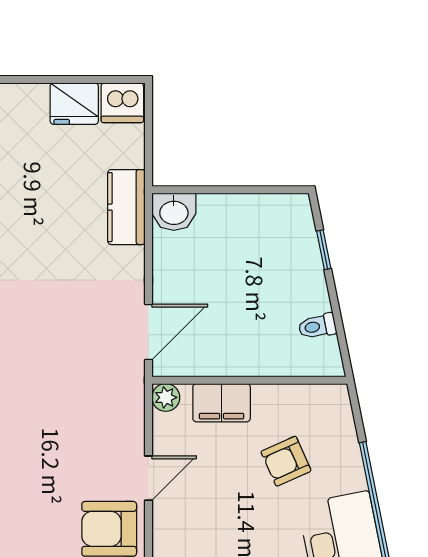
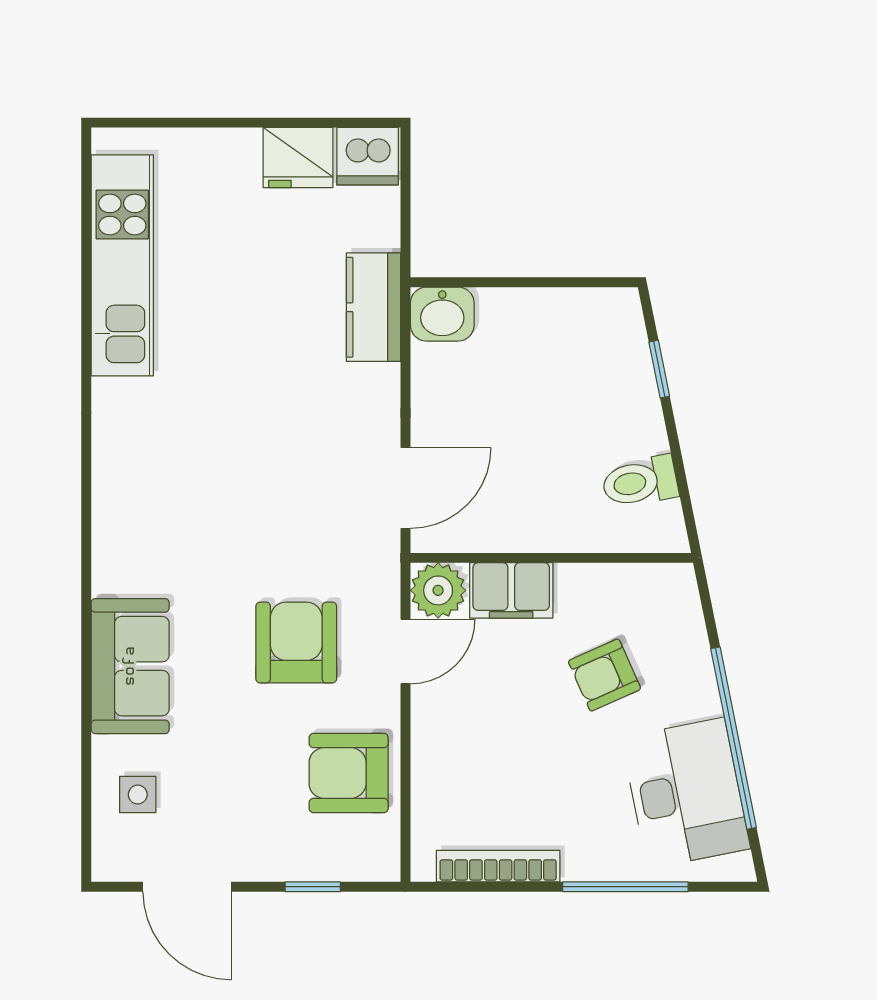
toilet: (317, 326) -> (640, 482), width x1.37, depth x1.39
plant: (166, 397) -> (438, 590), width x1.38, depth x1.38
armchair: (73, 439) -> (296, 643), added
door: (148, 478) -> (406, 651), moved

